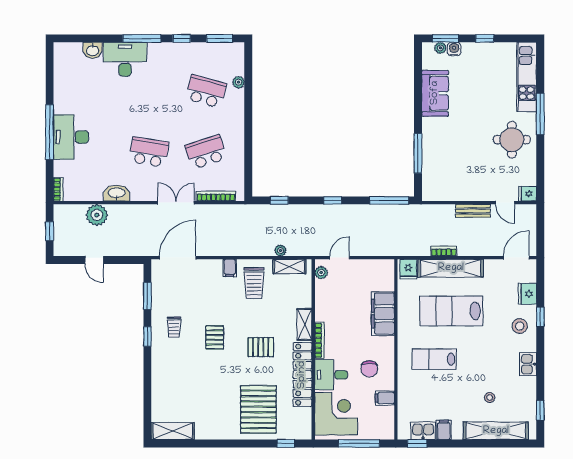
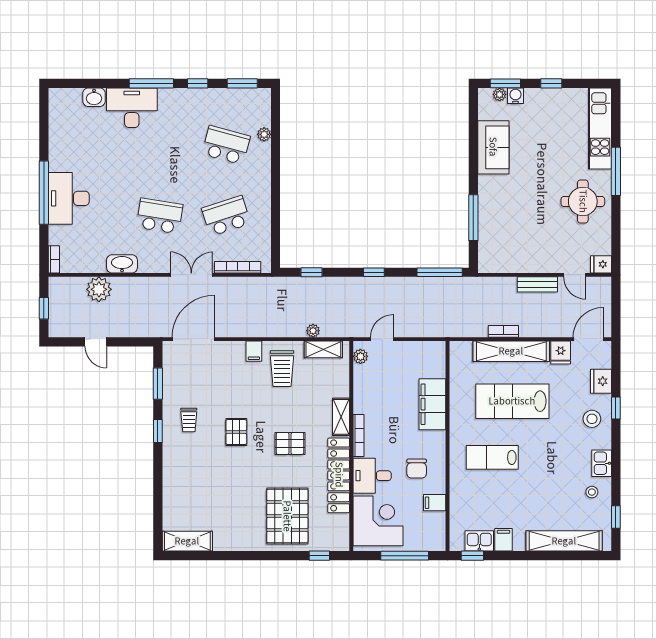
fridge: (408, 269) -> (561, 353), moved
stool: (490, 398) -> (592, 492), moved

